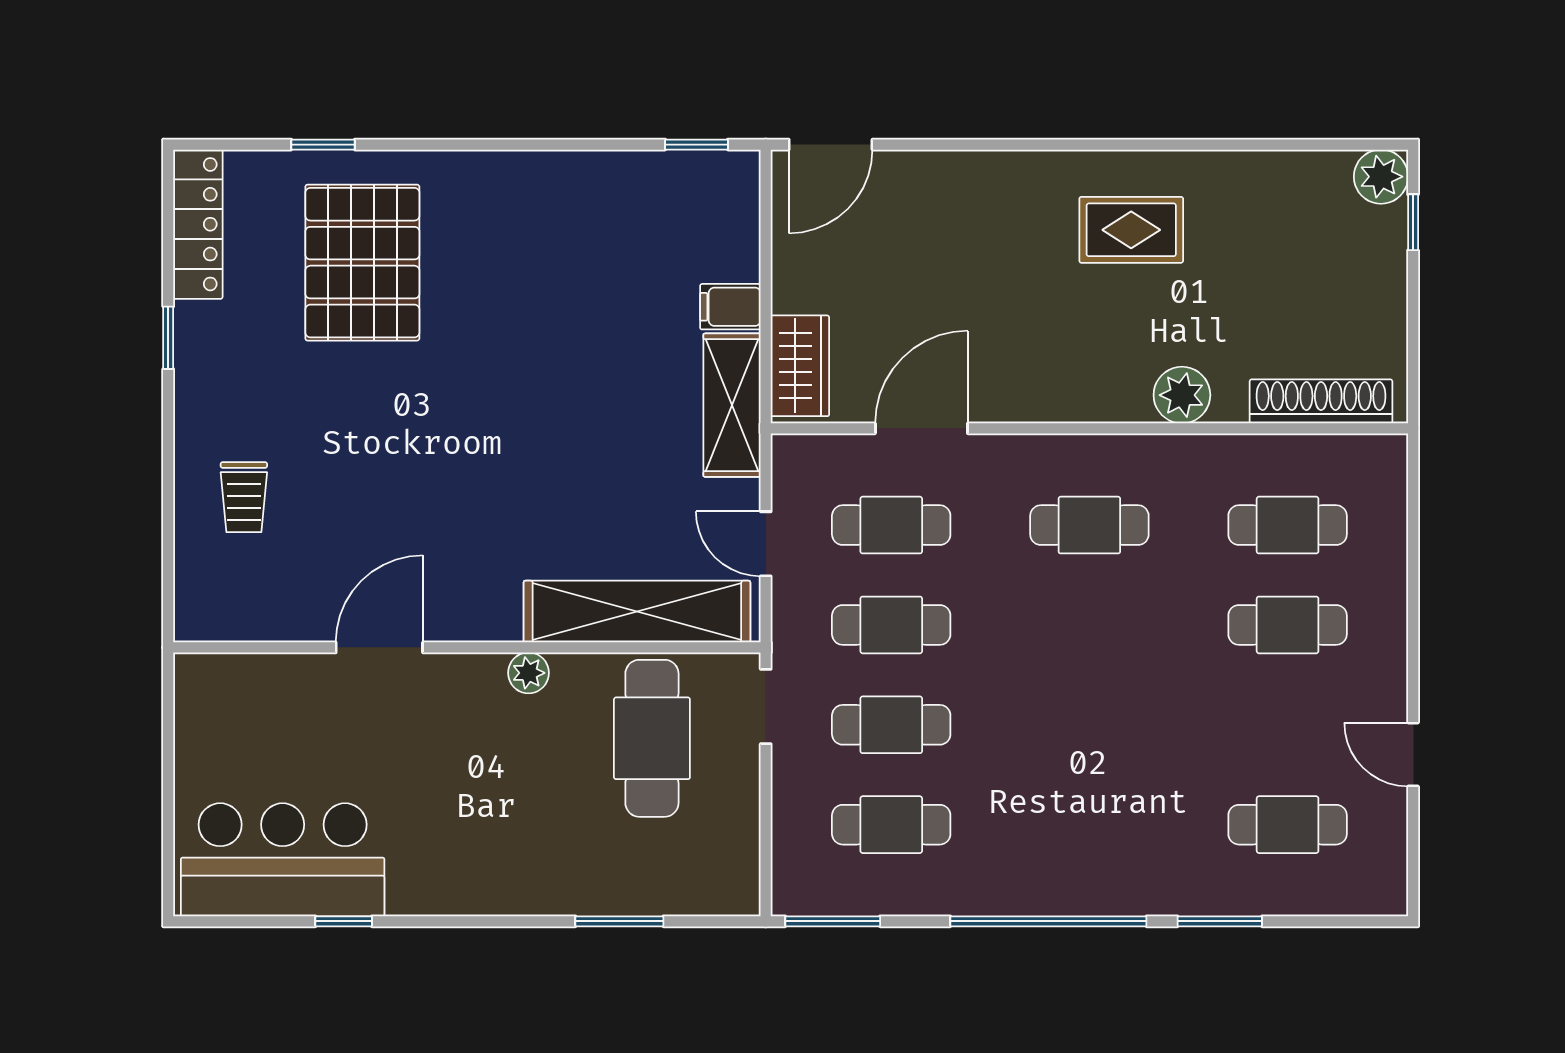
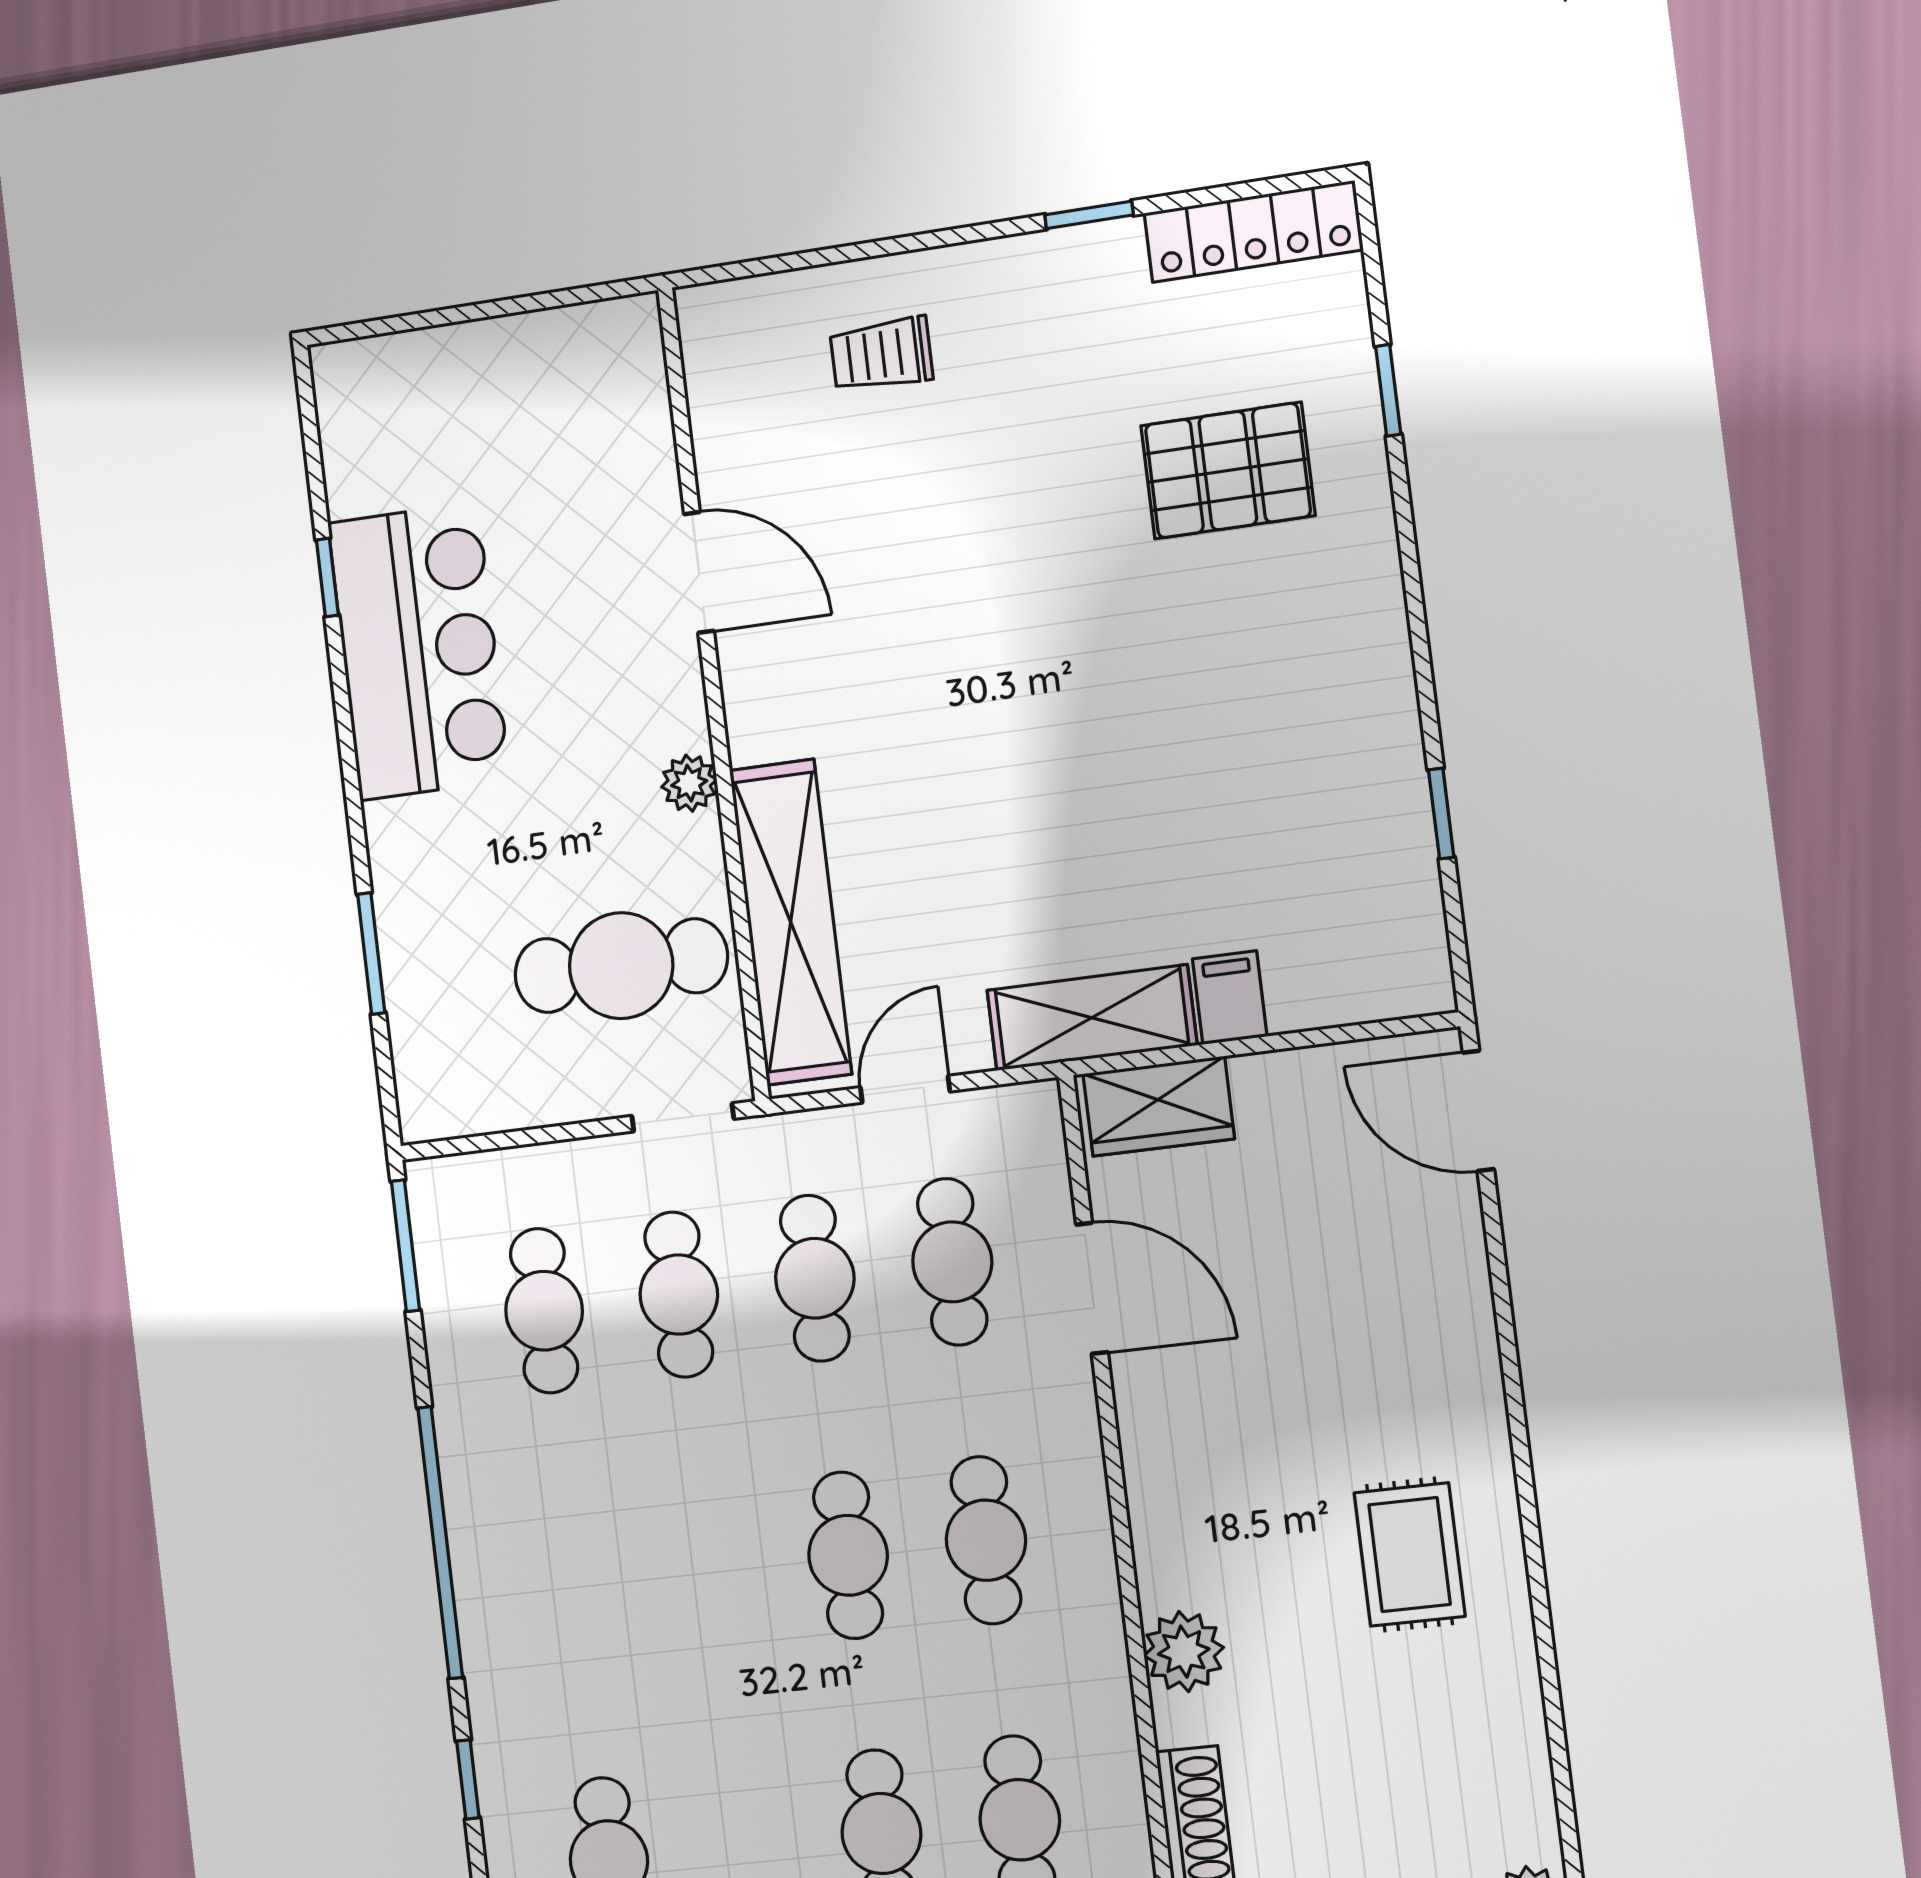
window: (697, 145) -> (1441, 813), moved
pallet: (362, 263) -> (1228, 471), width x0.73, depth x0.71
cafe table: (1089, 625) -> (848, 1555), added
bar counter: (283, 860) -> (419, 651), moved
window: (1220, 921) -> (468, 1779), width x0.67

